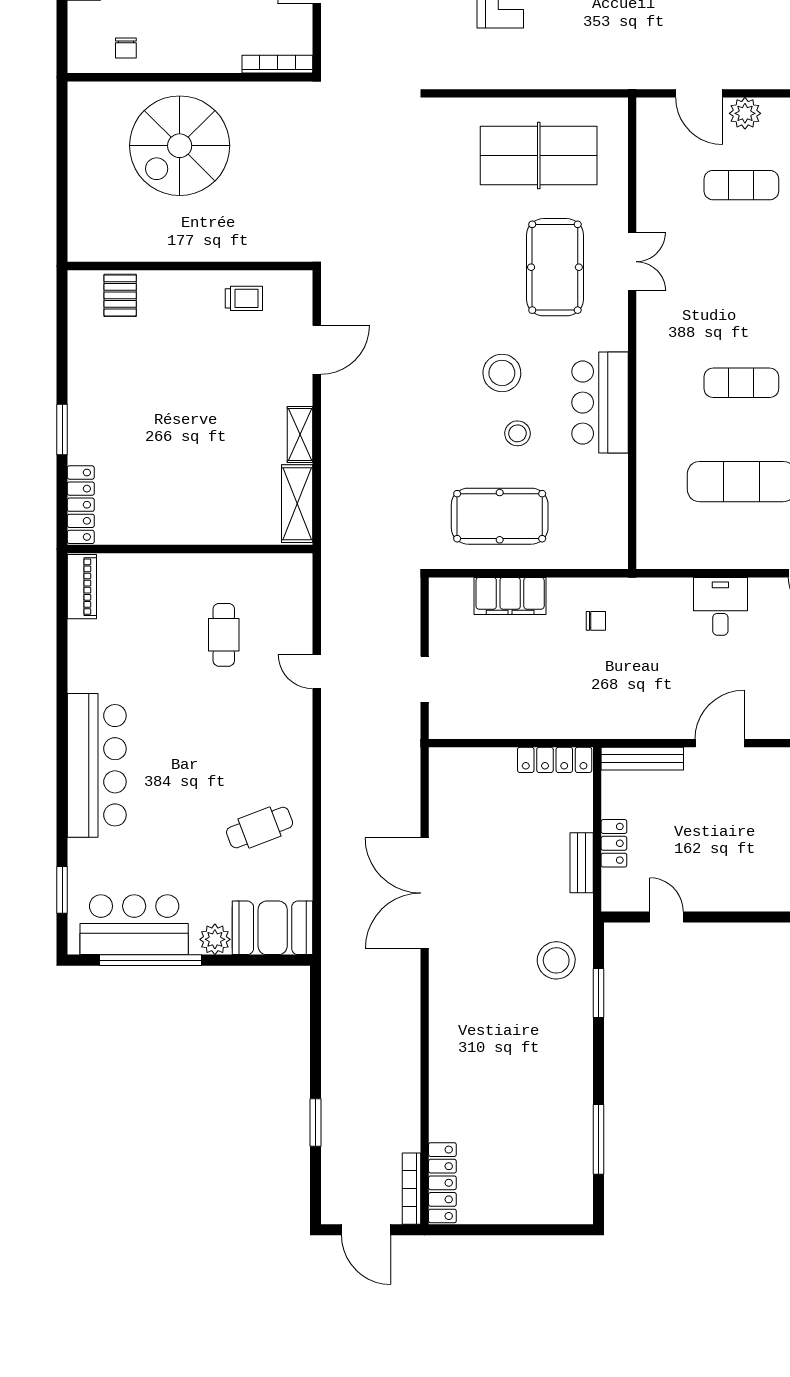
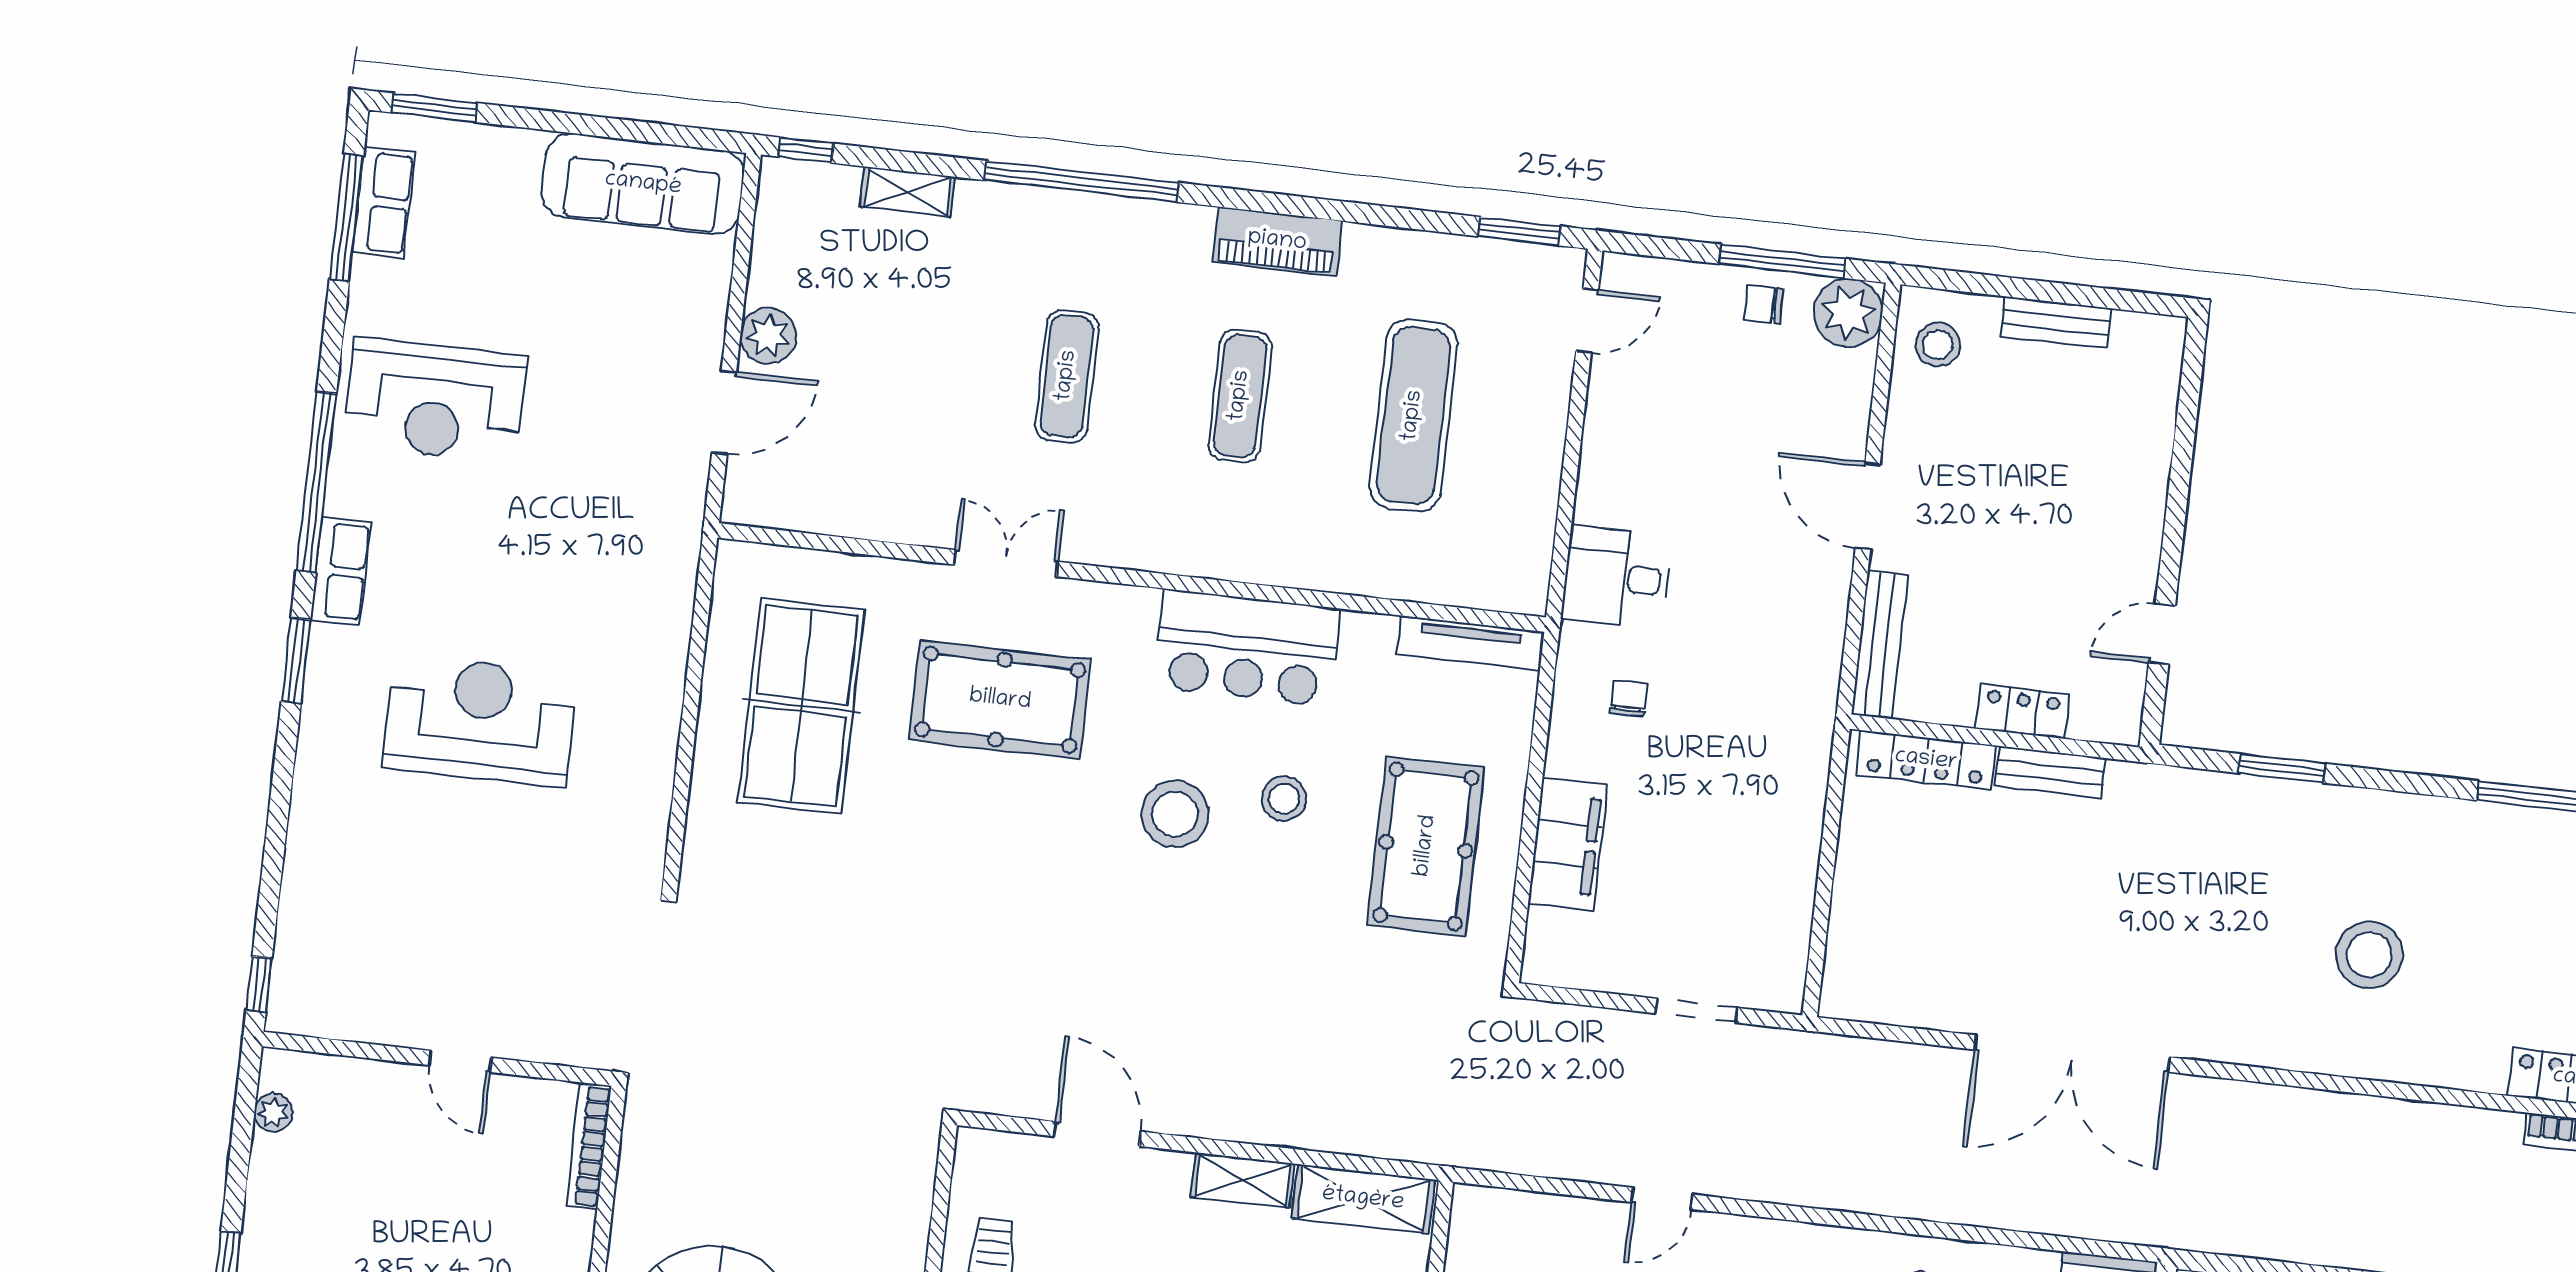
exercise mat: (741, 185) -> (1067, 376), moved
tv unit: (617, 528) -> (1470, 643), added
desk: (720, 606) -> (1617, 577), moved
locker: (555, 760) -> (1926, 760), moved, turned 90
stool: (556, 960) -> (2369, 955), moved

